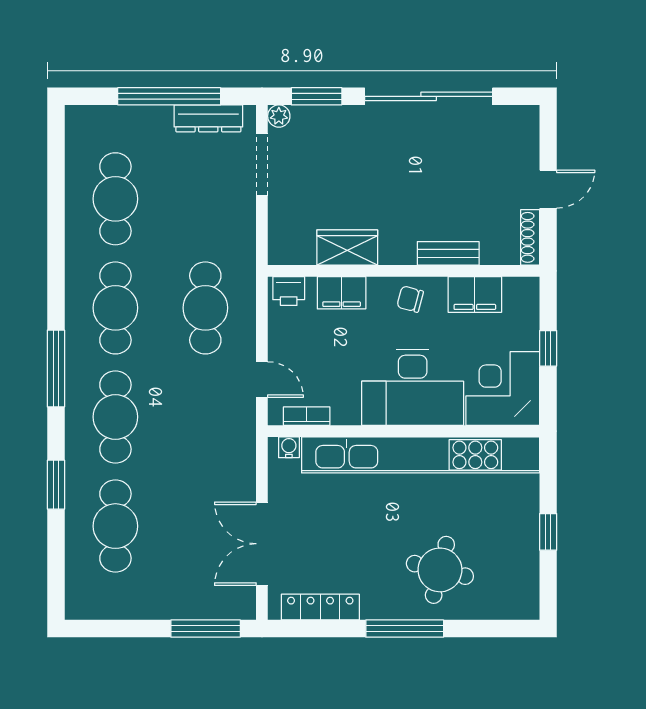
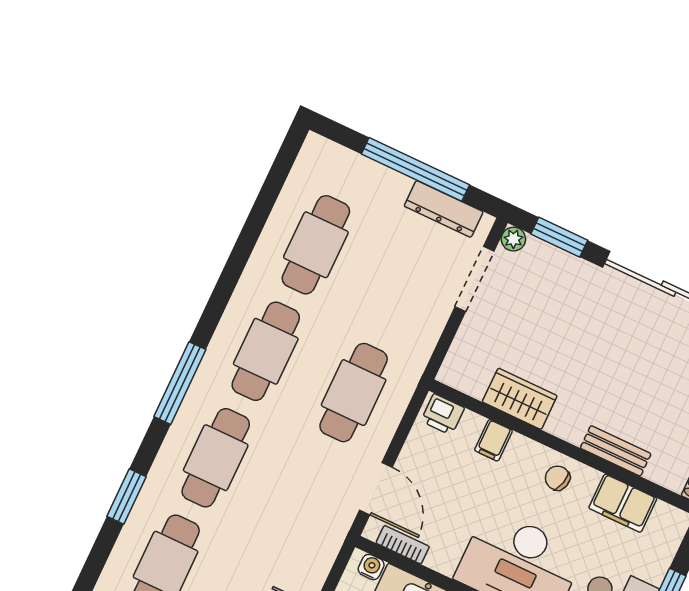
filing cabinet: (342, 293) -> (493, 440), width x0.50
door: (262, 380) -> (376, 489), width x1.38

